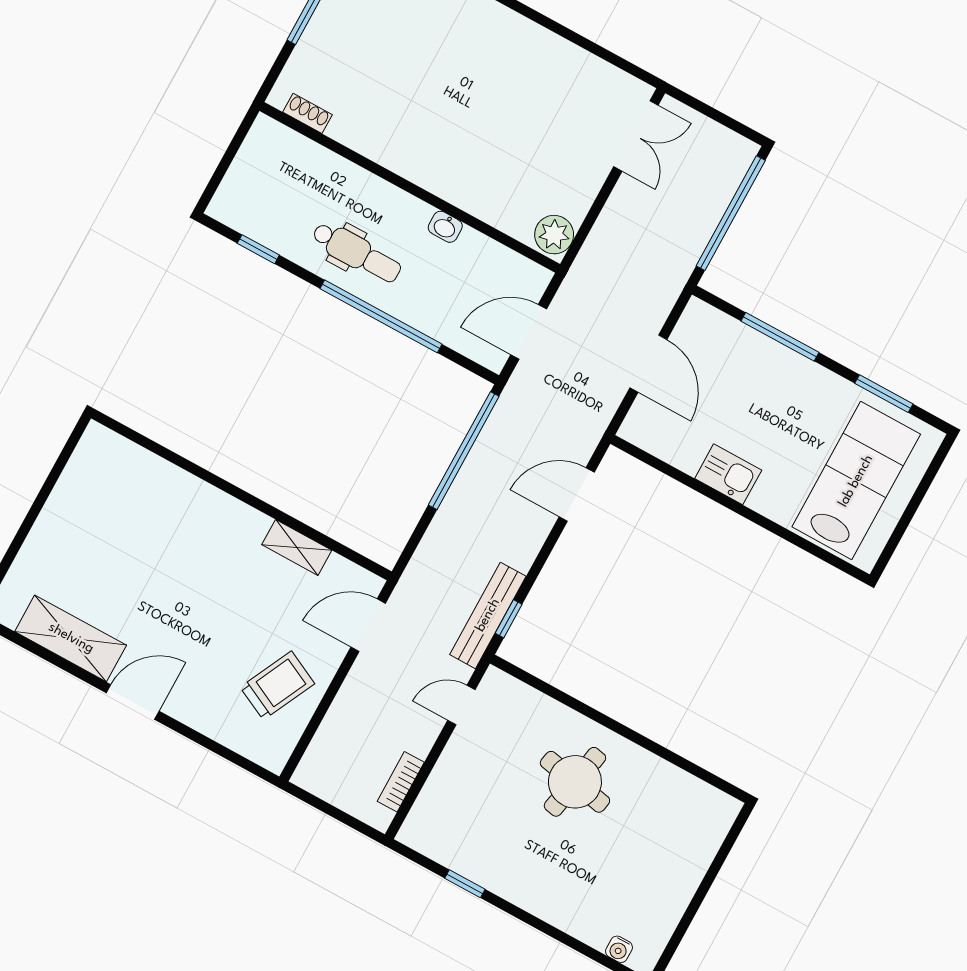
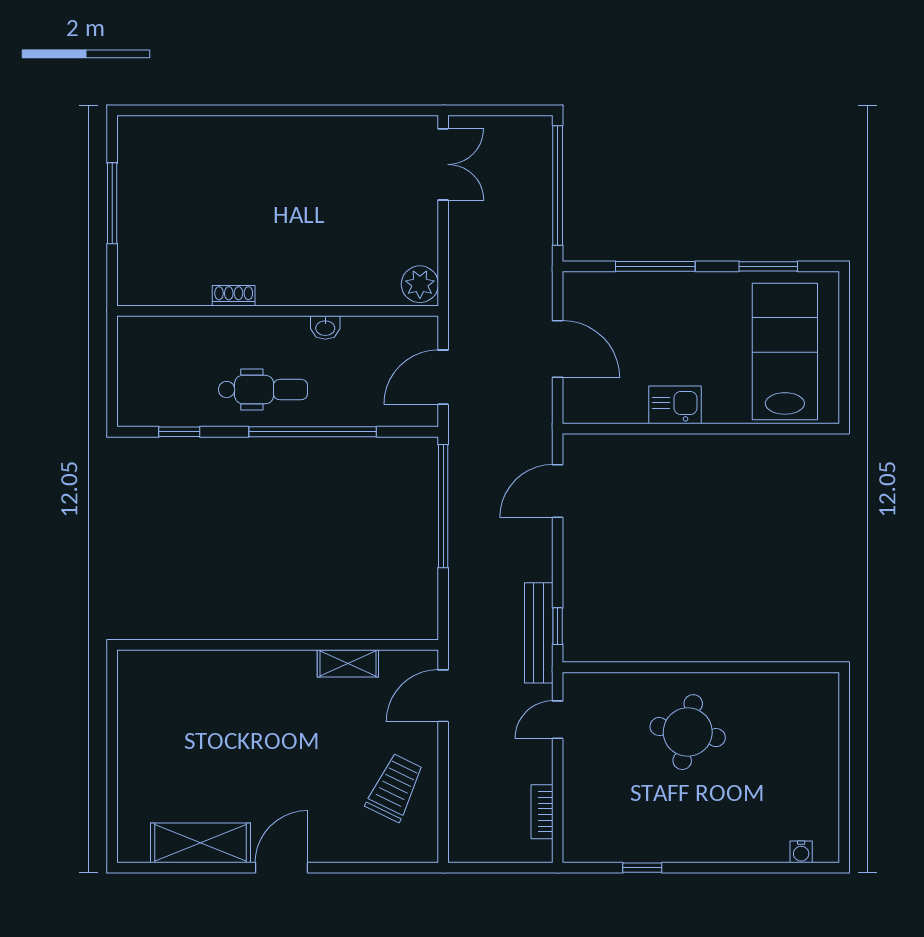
shoe rack: (308, 113) -> (234, 296), moved

